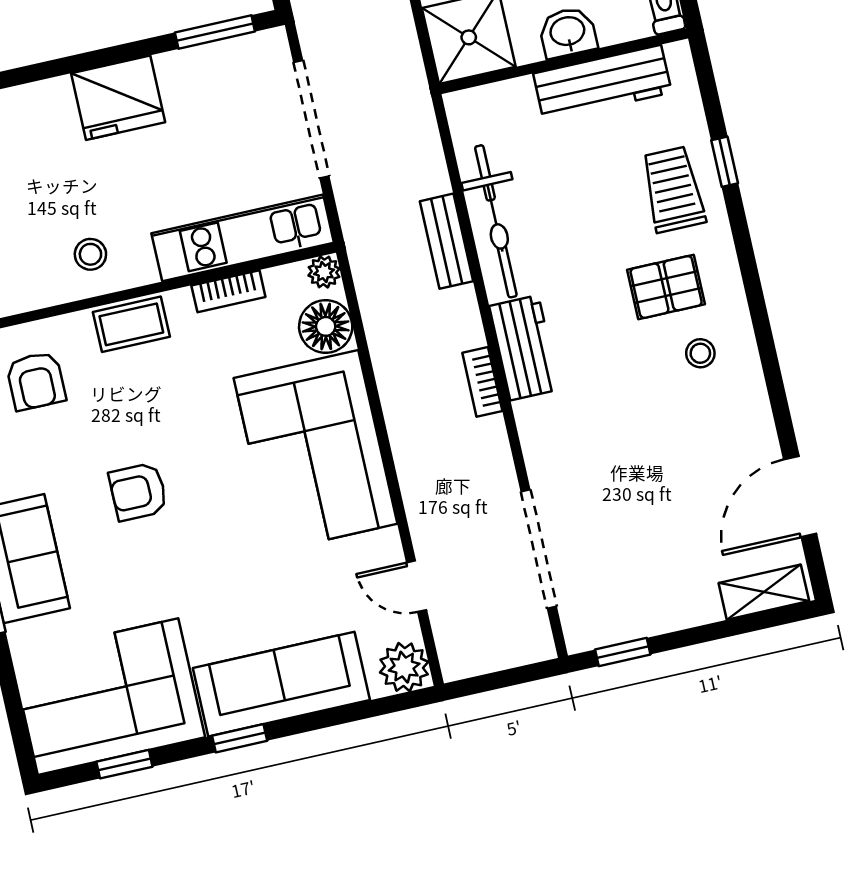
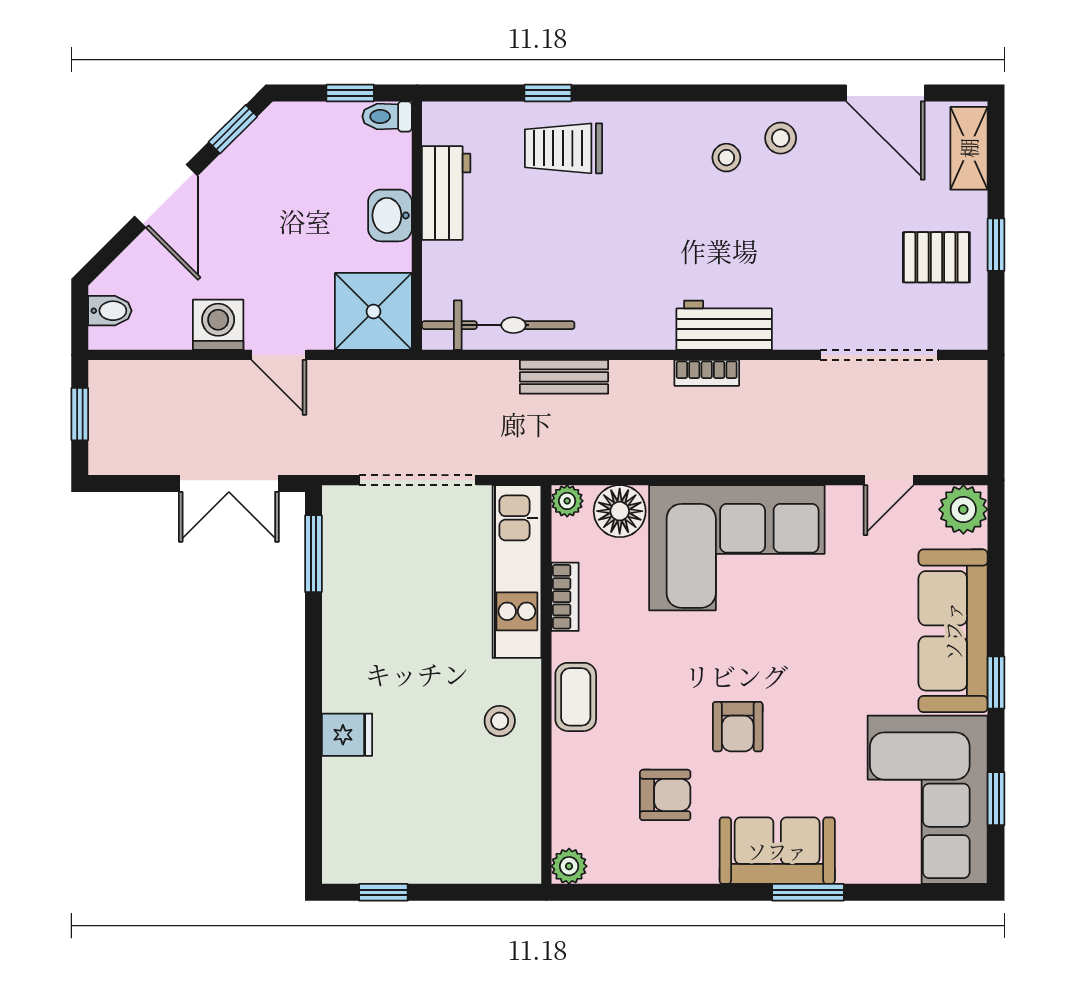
workbench: (602, 83) -> (446, 193), width x0.73
fridge: (118, 98) -> (347, 735), moved, width x0.53, depth x0.75
bicycle: (496, 221) -> (498, 325), moved
pallet: (666, 287) -> (936, 257), moved, turned 90
workbench: (524, 348) -> (724, 325), moved
armchair: (36, 381) -> (665, 795), moved
stool: (732, 403) -> (781, 138), added
window: (623, 652) -> (996, 245), moved

